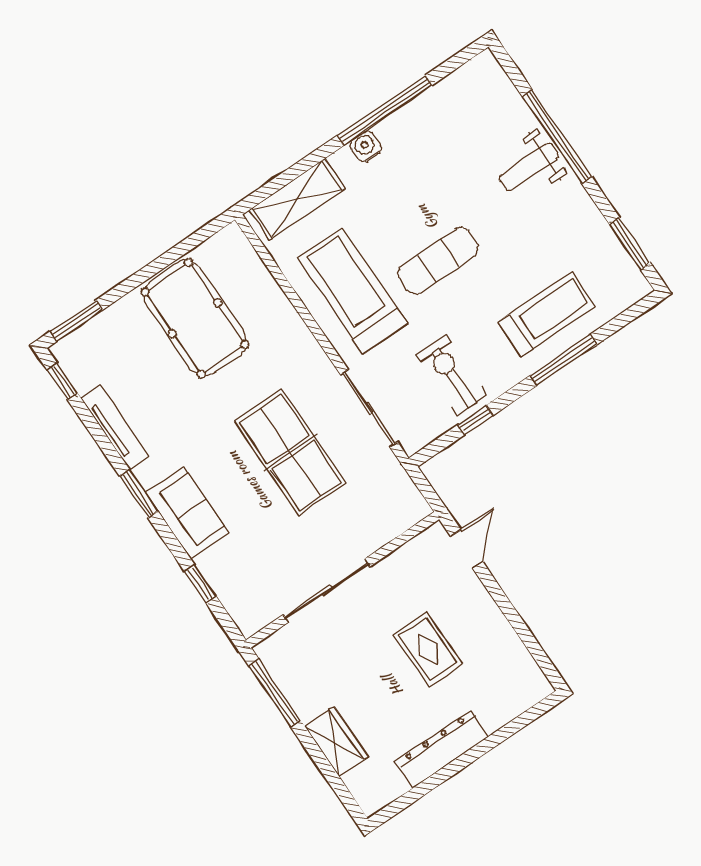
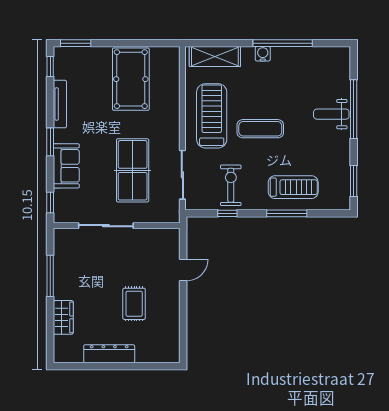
wall: (343, 580) -> (117, 226), moved
sliding door: (327, 591) -> (106, 226), moved

